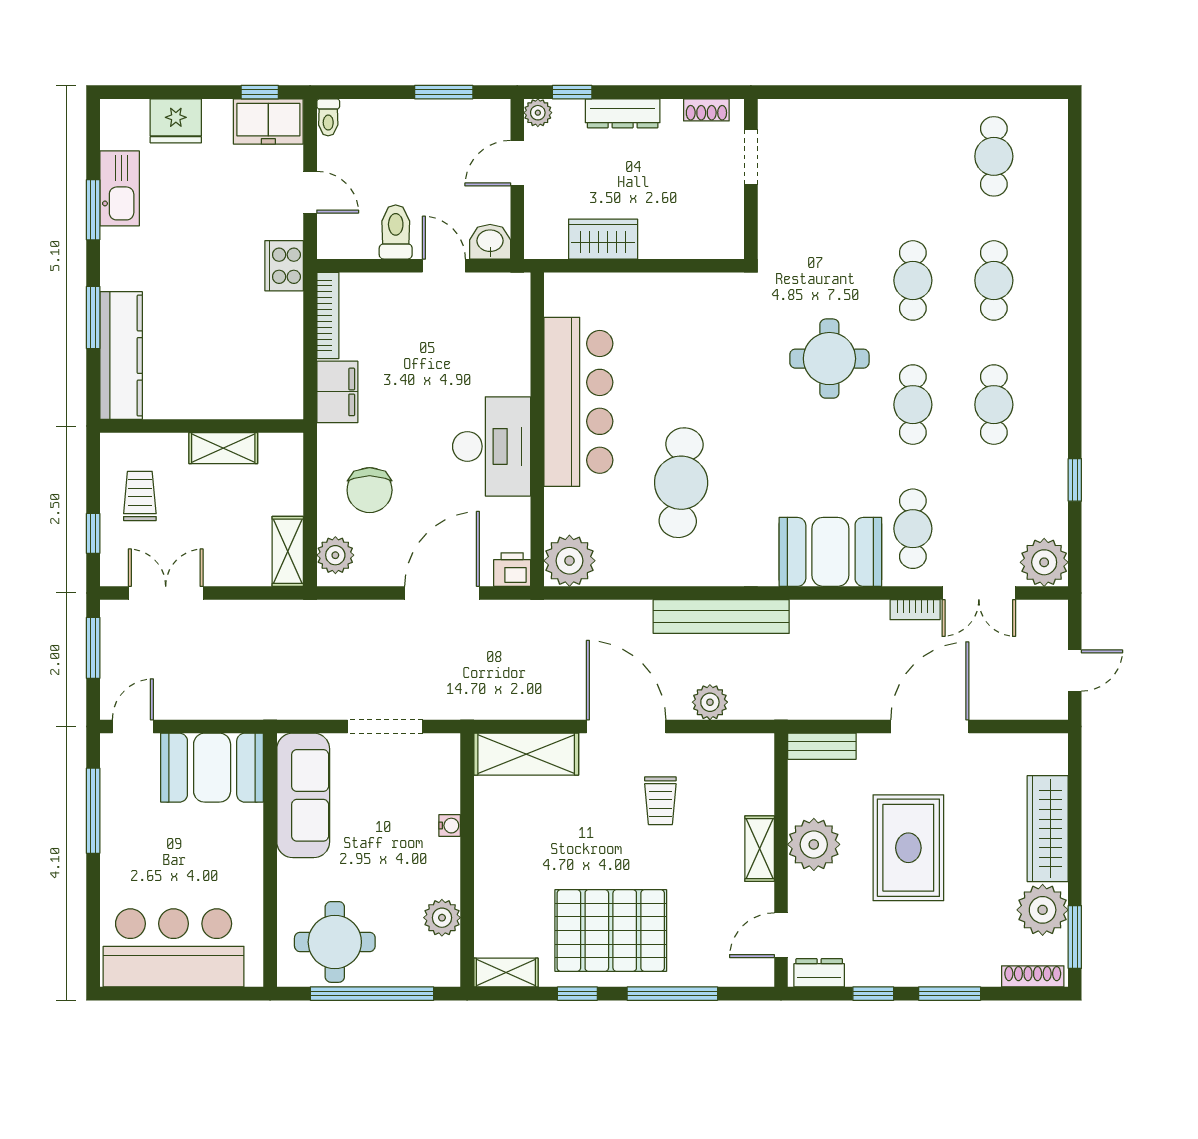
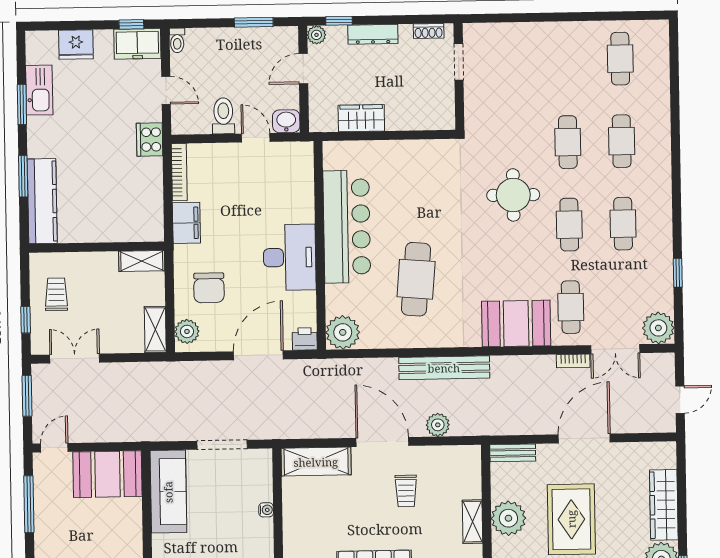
shelving: (223, 448) -> (142, 261), moved

